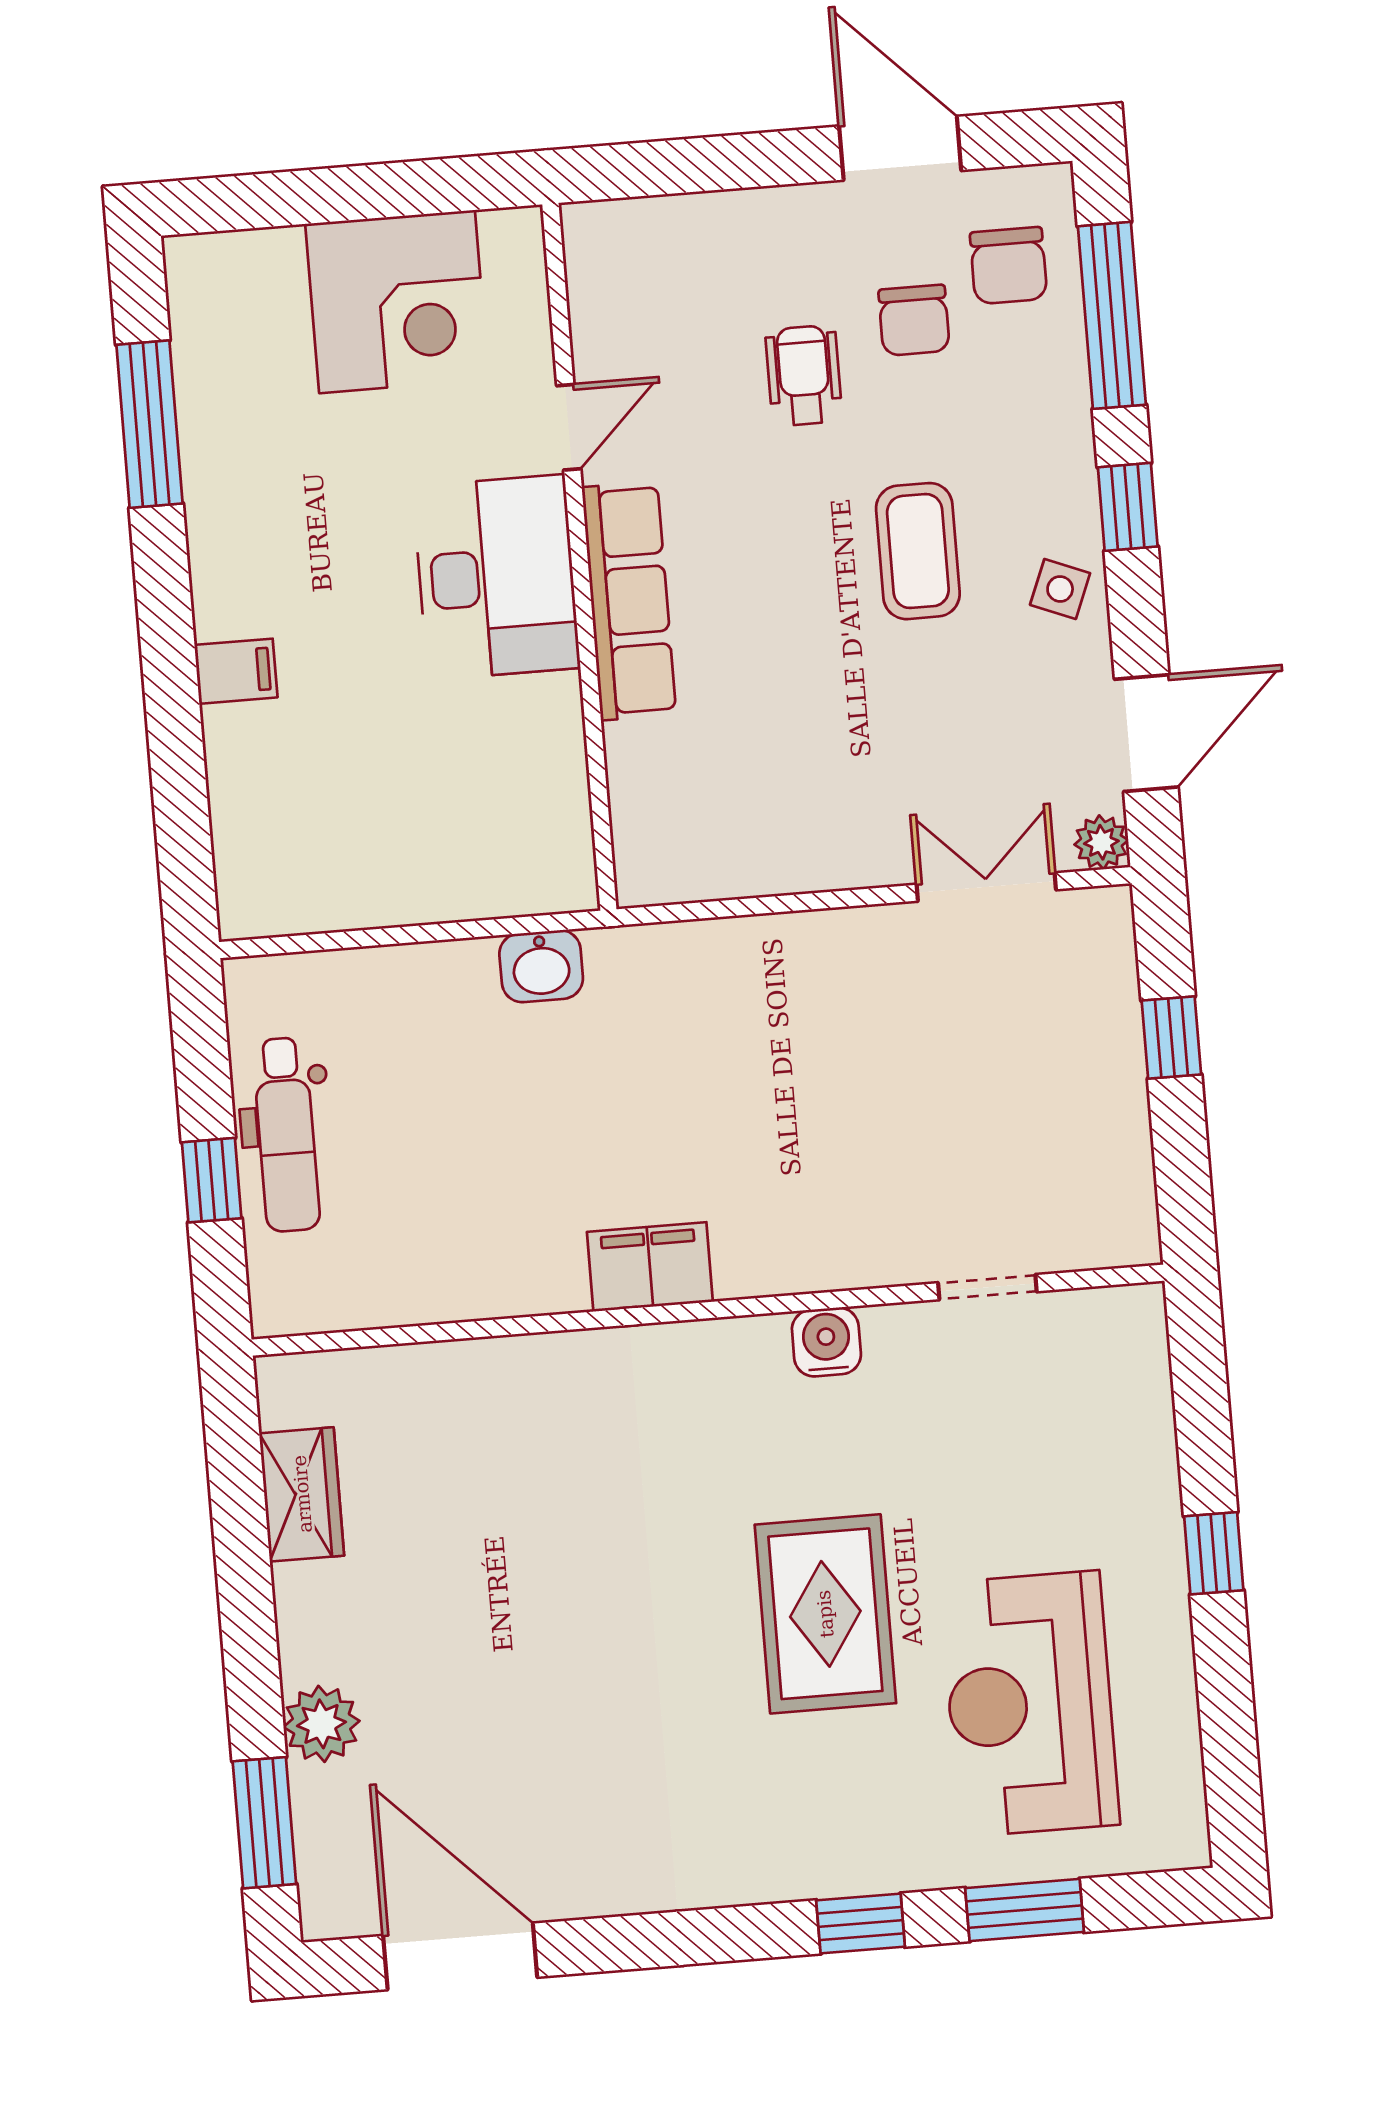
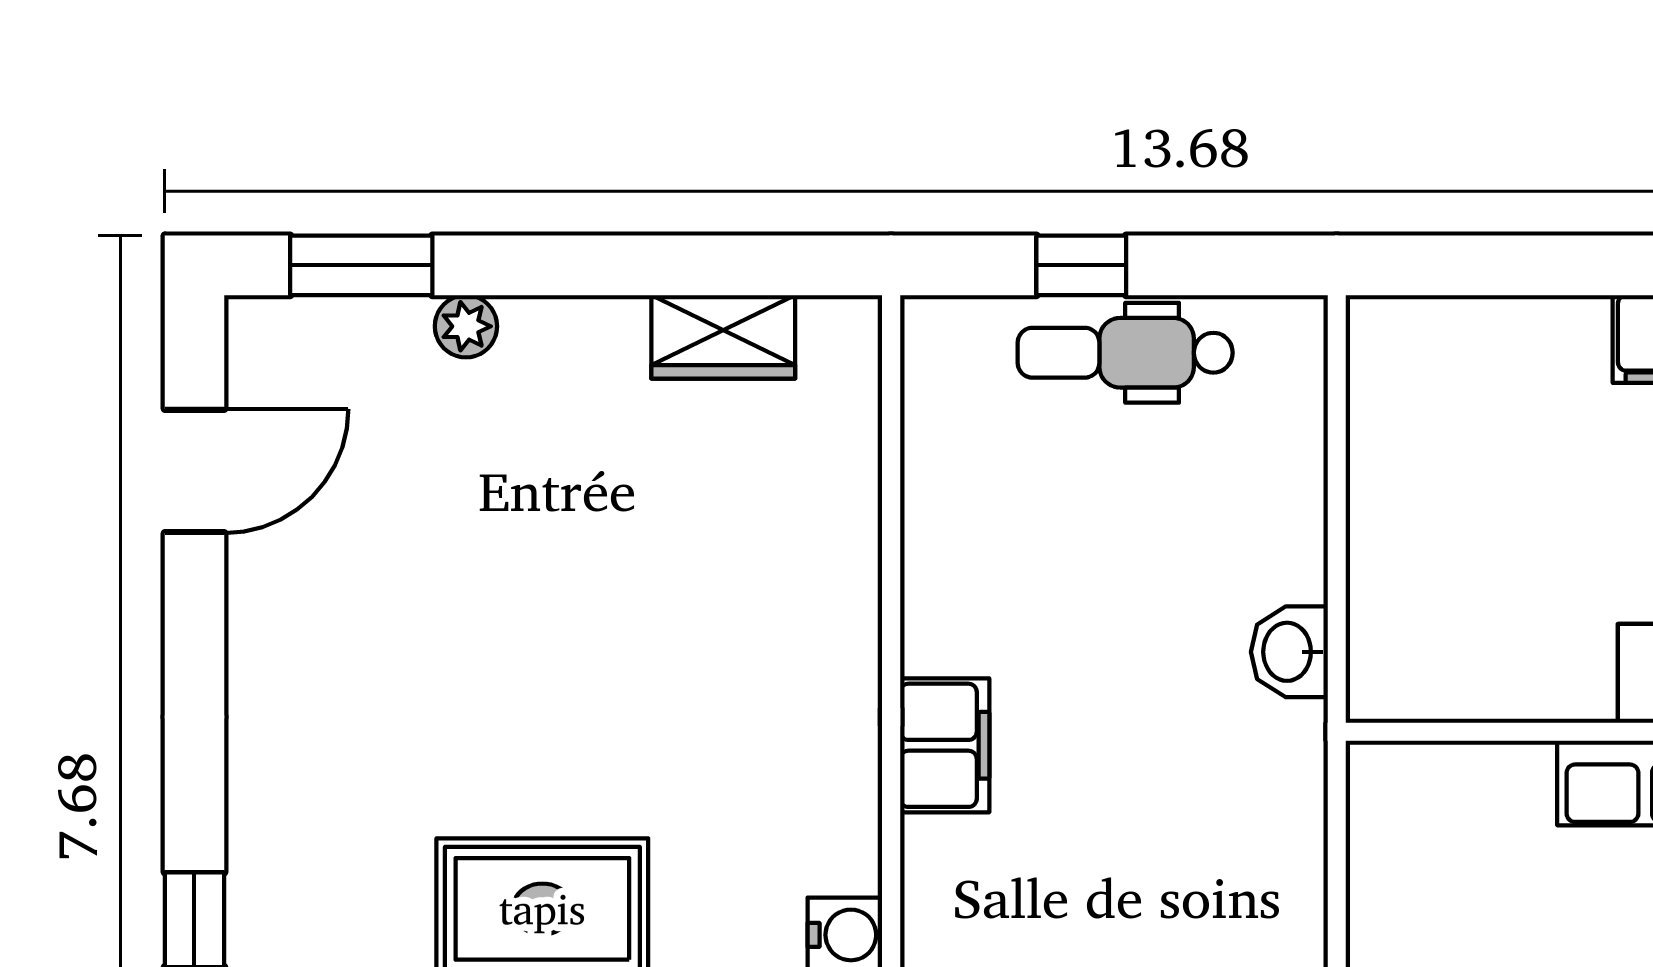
plant: (321, 1724) -> (466, 326), width x0.73, depth x0.73
door: (460, 1956) -> (194, 471), width x0.73

